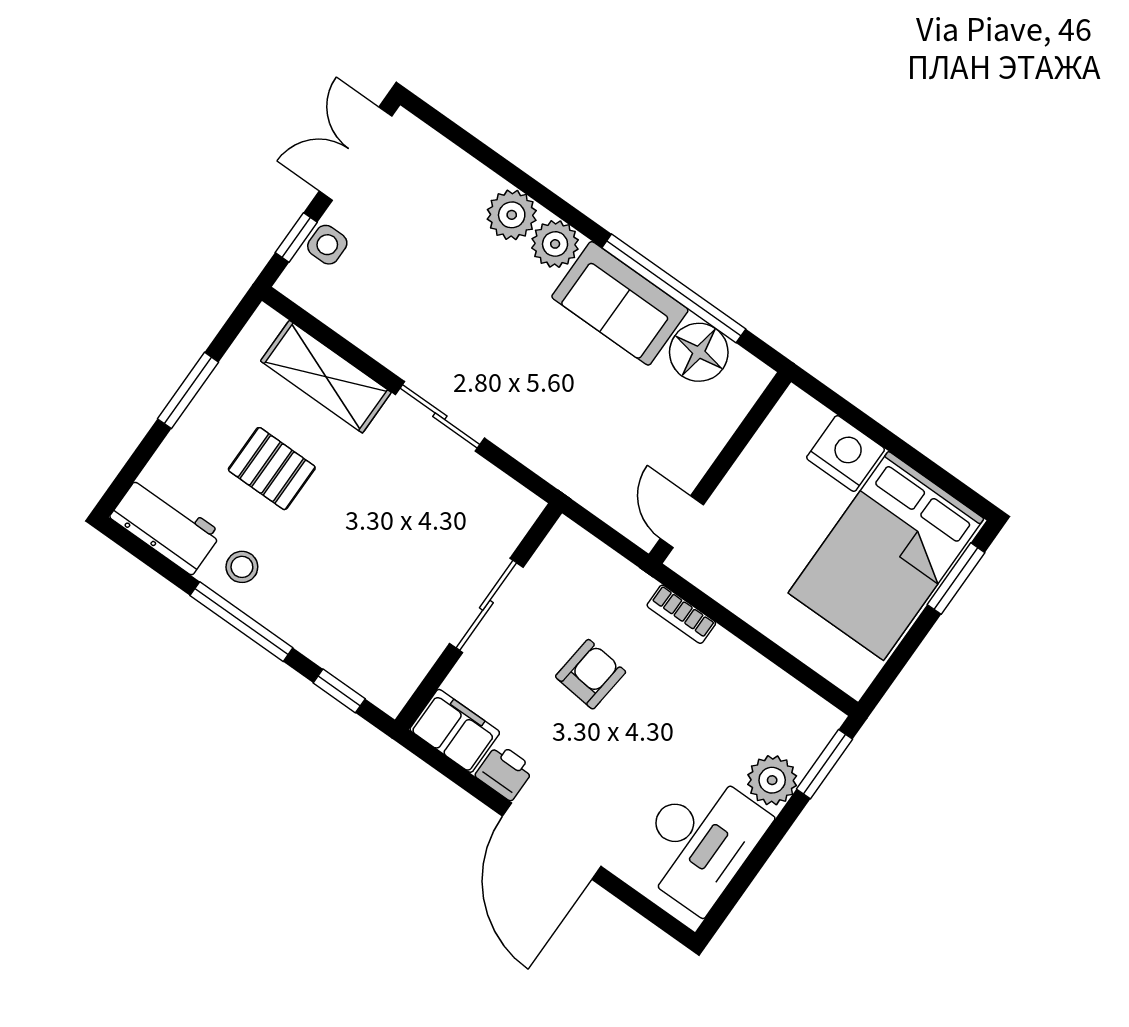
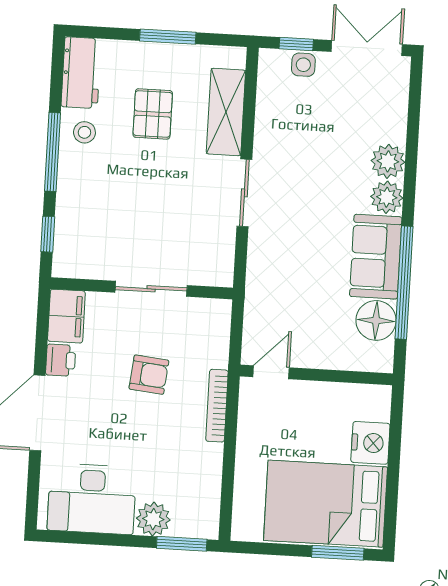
bookcase: (681, 614) -> (217, 406), width x1.56

